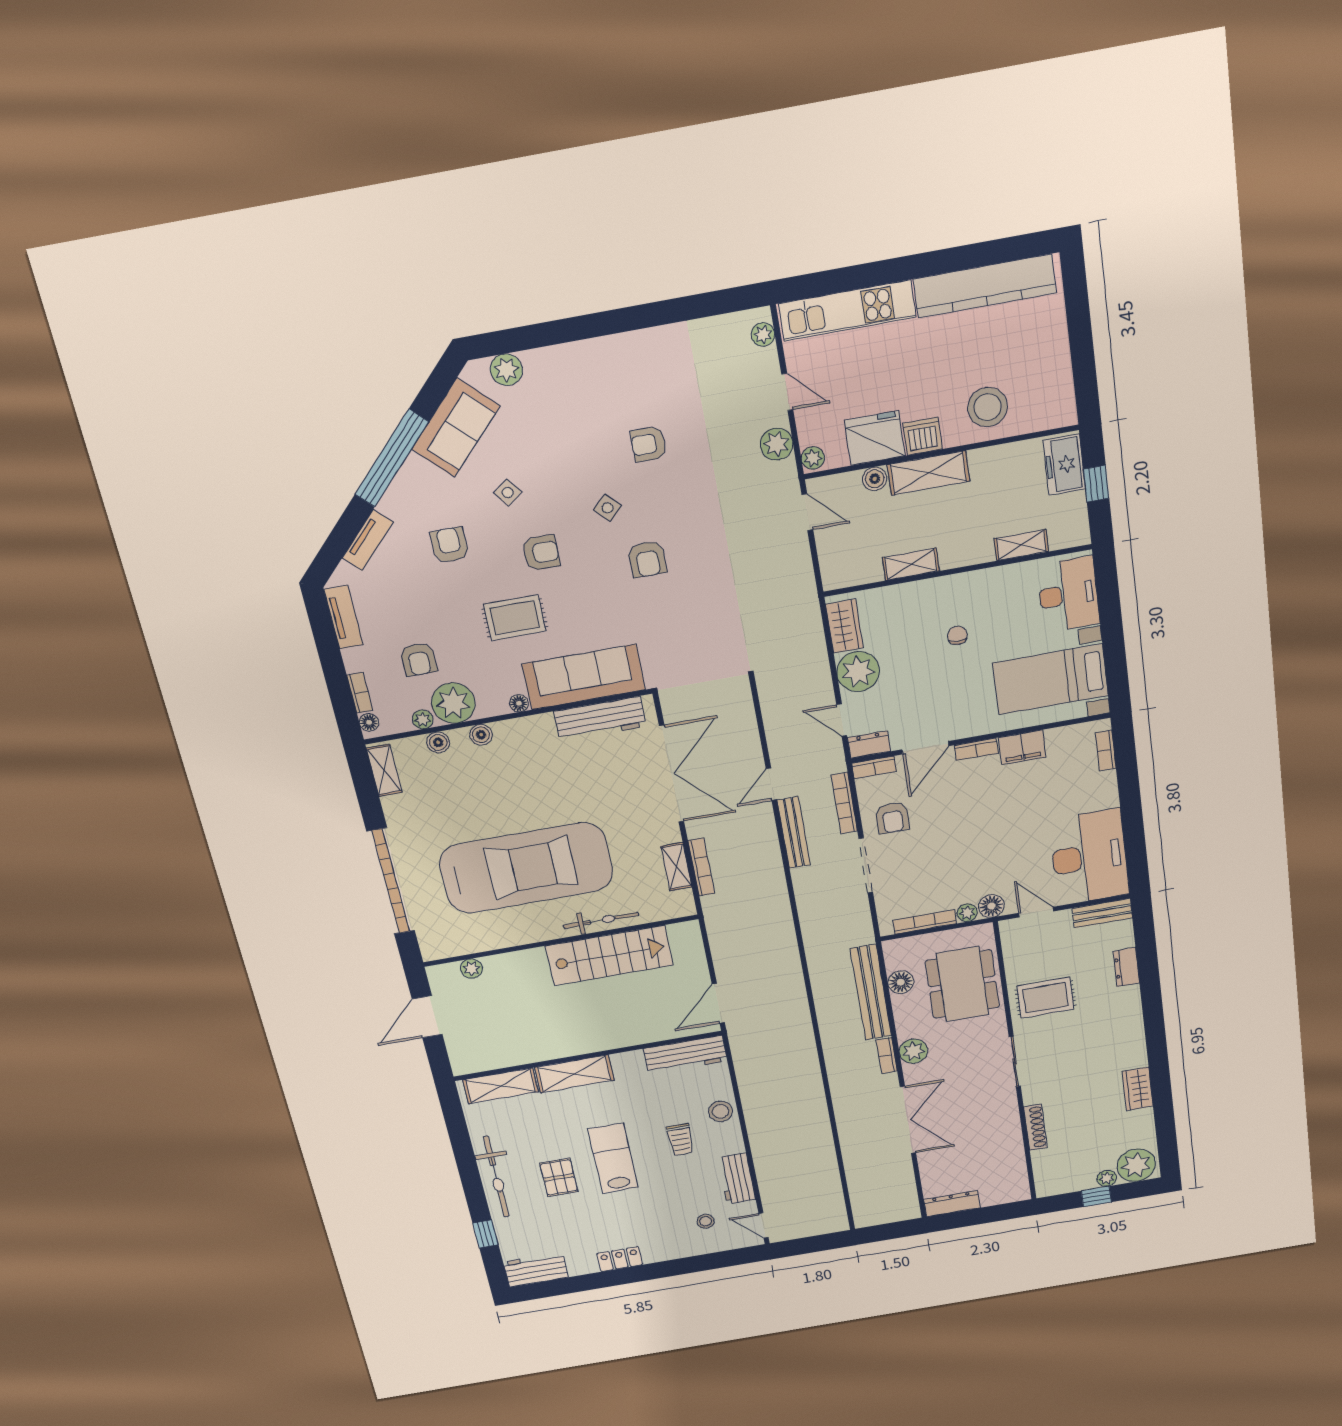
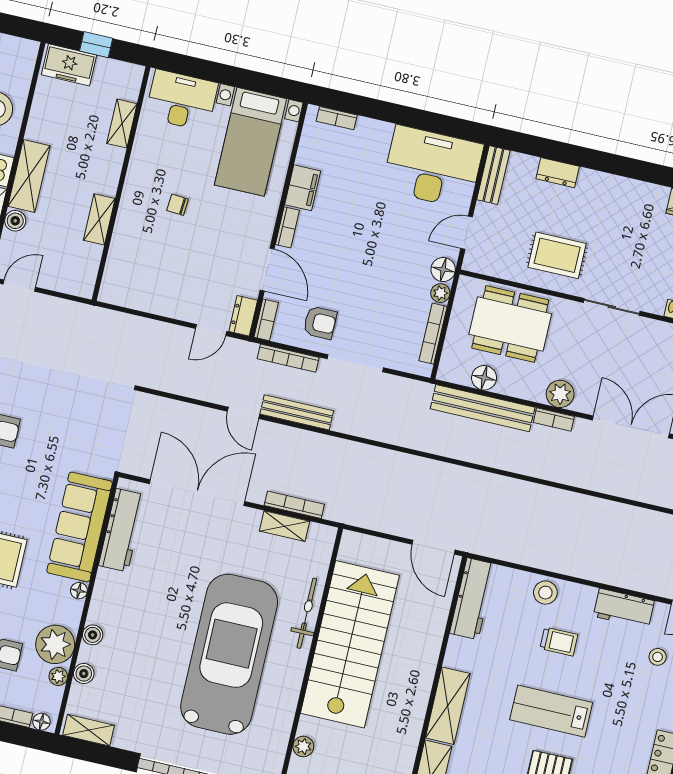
wardrobe: (844, 626) -> (129, 295), removed
plant: (858, 671) -> (174, 299), removed
stairs: (609, 955) -> (350, 644), width x1.36, depth x1.51
rug: (1045, 998) -> (557, 255), turned 90

